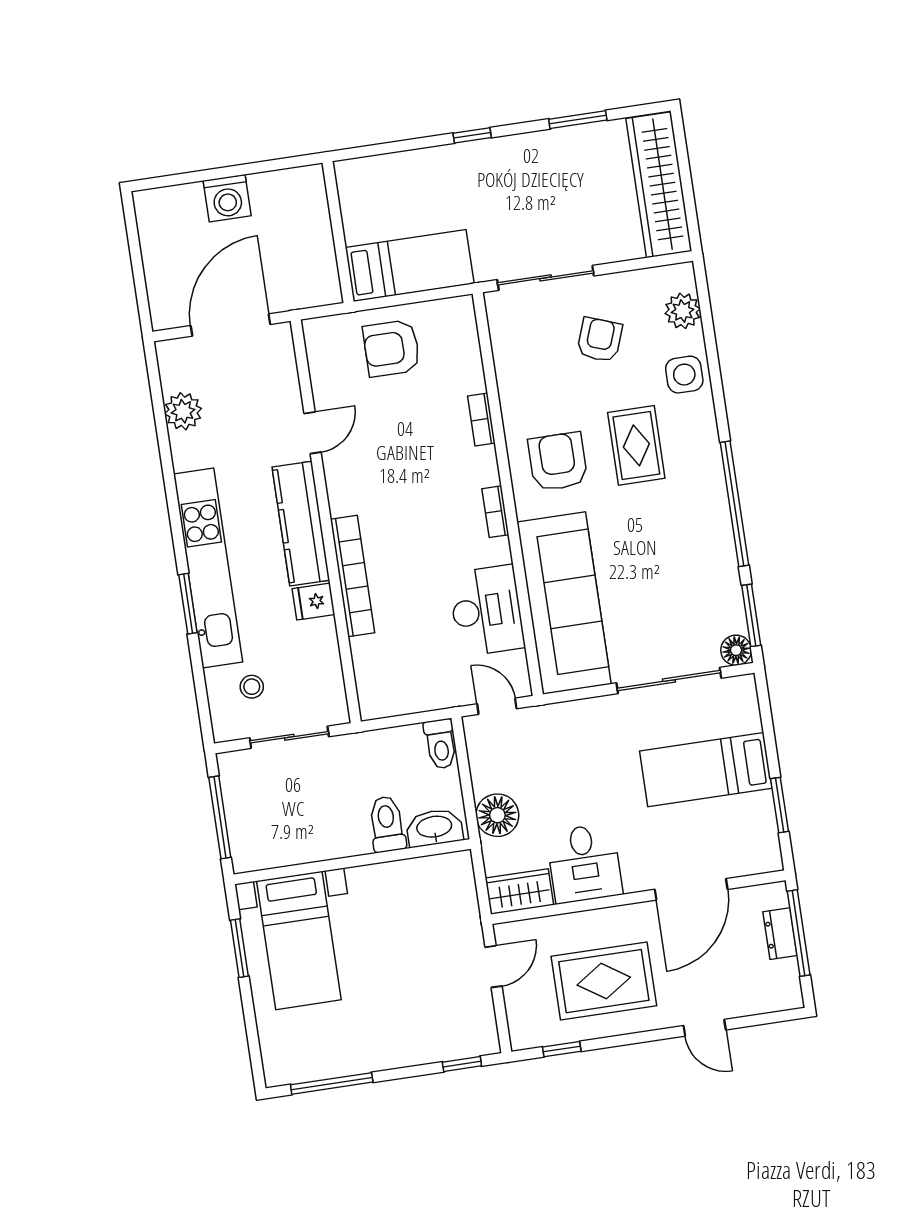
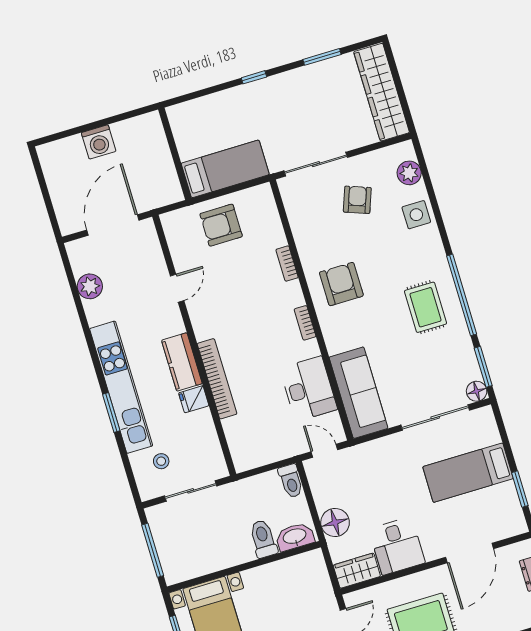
rug: (636, 445) -> (425, 307), moved
kitchen counter: (301, 524) -> (182, 362), width x0.67
sofa: (564, 603) -> (359, 393), width x0.74, depth x0.79

